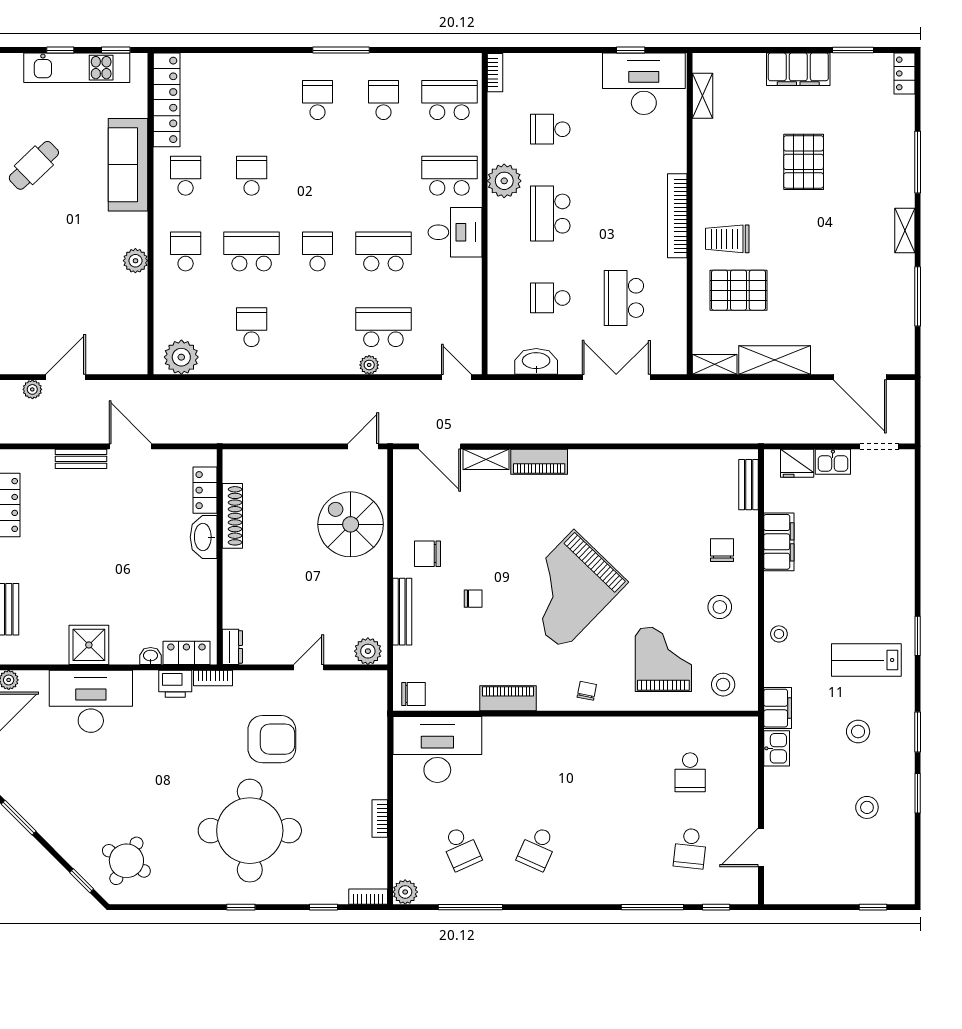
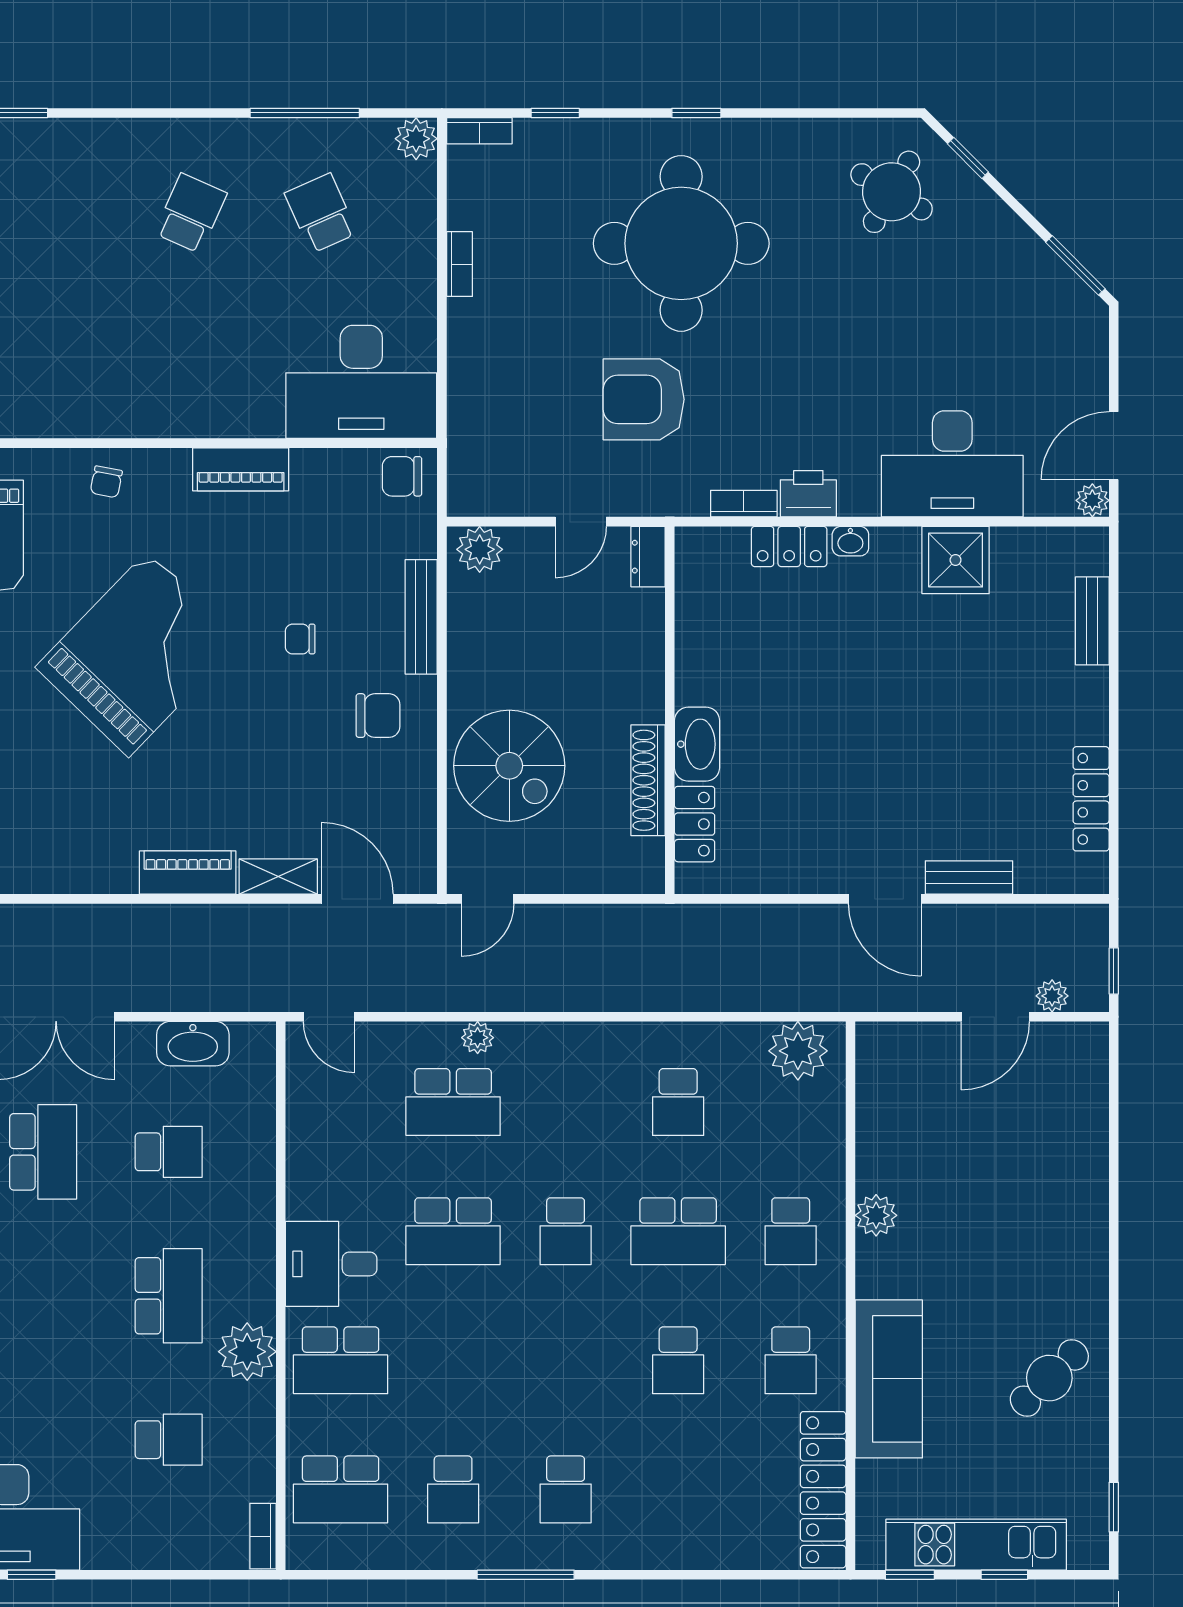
locker: (205, 490) -> (695, 824), moved
shoe rack: (232, 516) -> (648, 780), moved
washbasin: (204, 537) -> (697, 744), moved
wall: (220, 557) -> (670, 710), moved
dresser: (232, 647) -> (648, 557), moved

